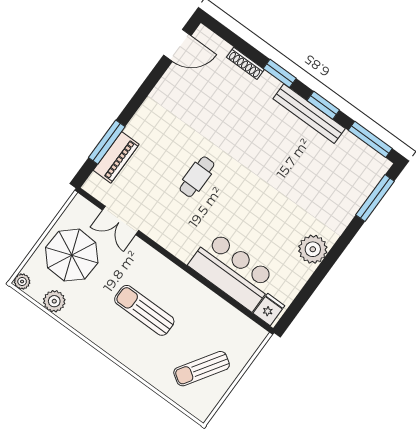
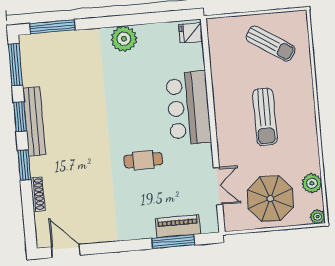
bar counter: (233, 271) -> (188, 108), moved

